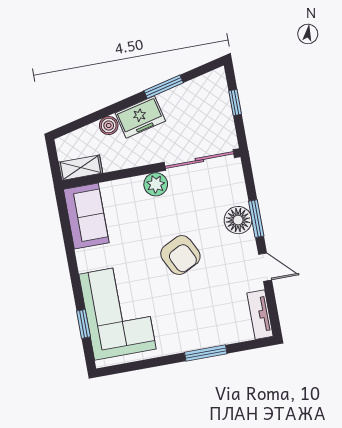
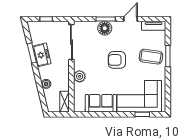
freezer: (140, 117) -> (42, 55), moved
plant: (156, 184) -> (80, 76), moved
sofa: (86, 216) -> (101, 103), moved
armchair: (180, 255) -> (117, 60), turned -153
coffee table: (199, 320) -> (151, 57), added

